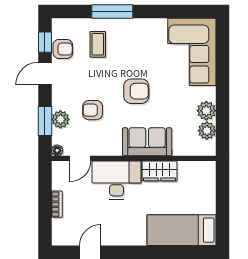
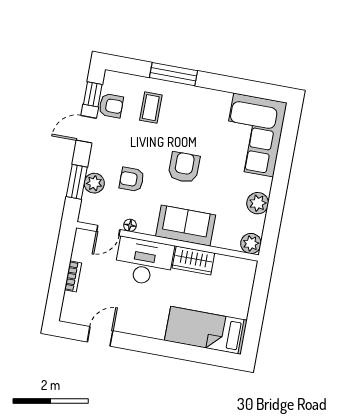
armchair: (136, 91) -> (184, 167), turned -90
plant: (207, 131) -> (251, 243), moved
floor lamp: (57, 150) -> (130, 225), moved

